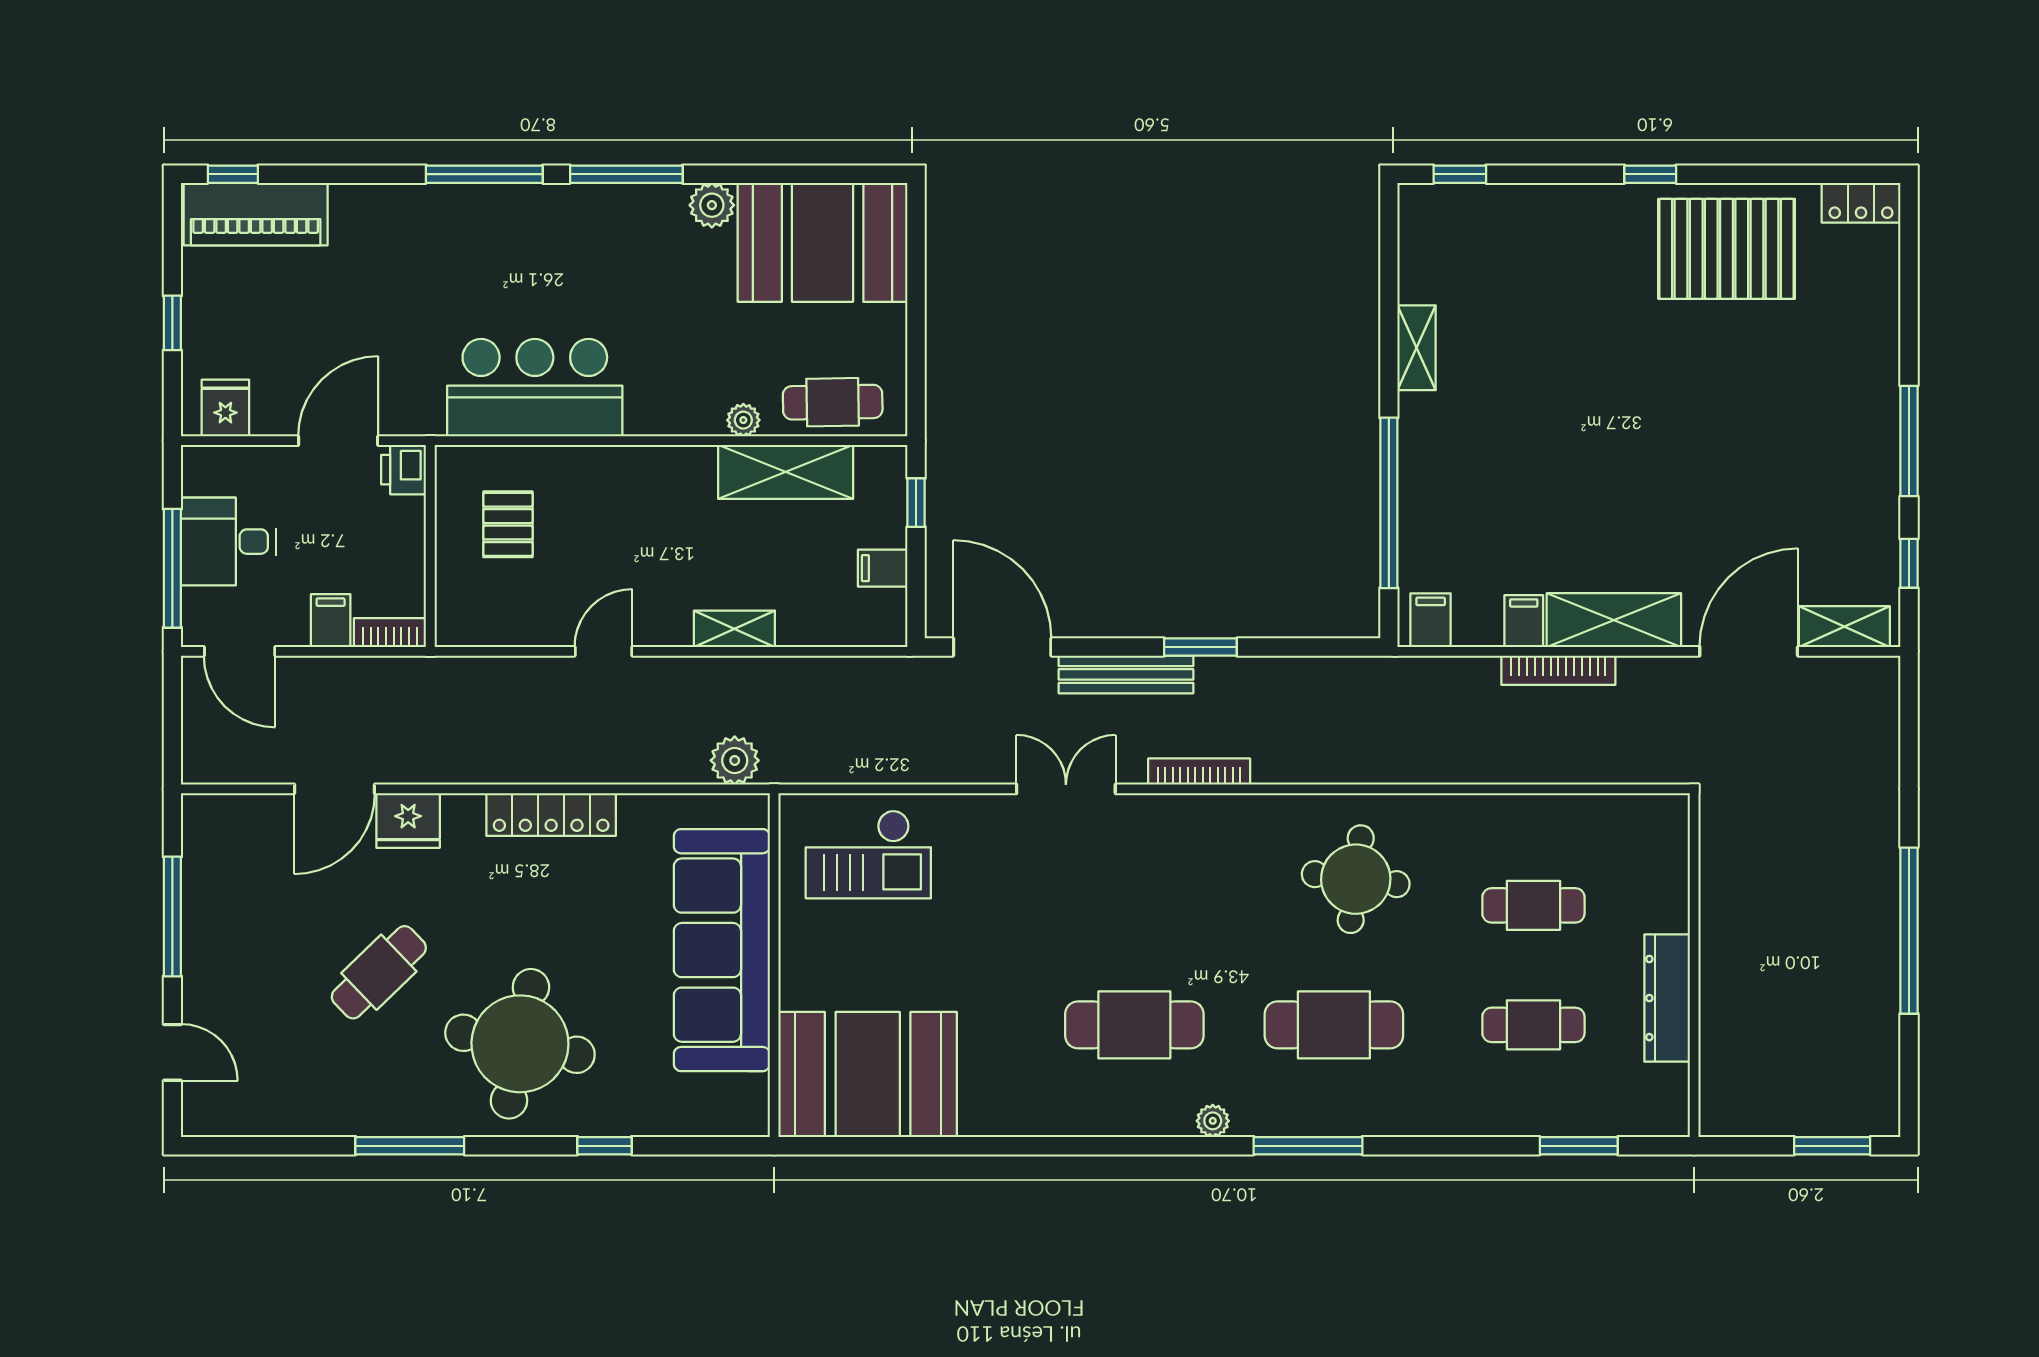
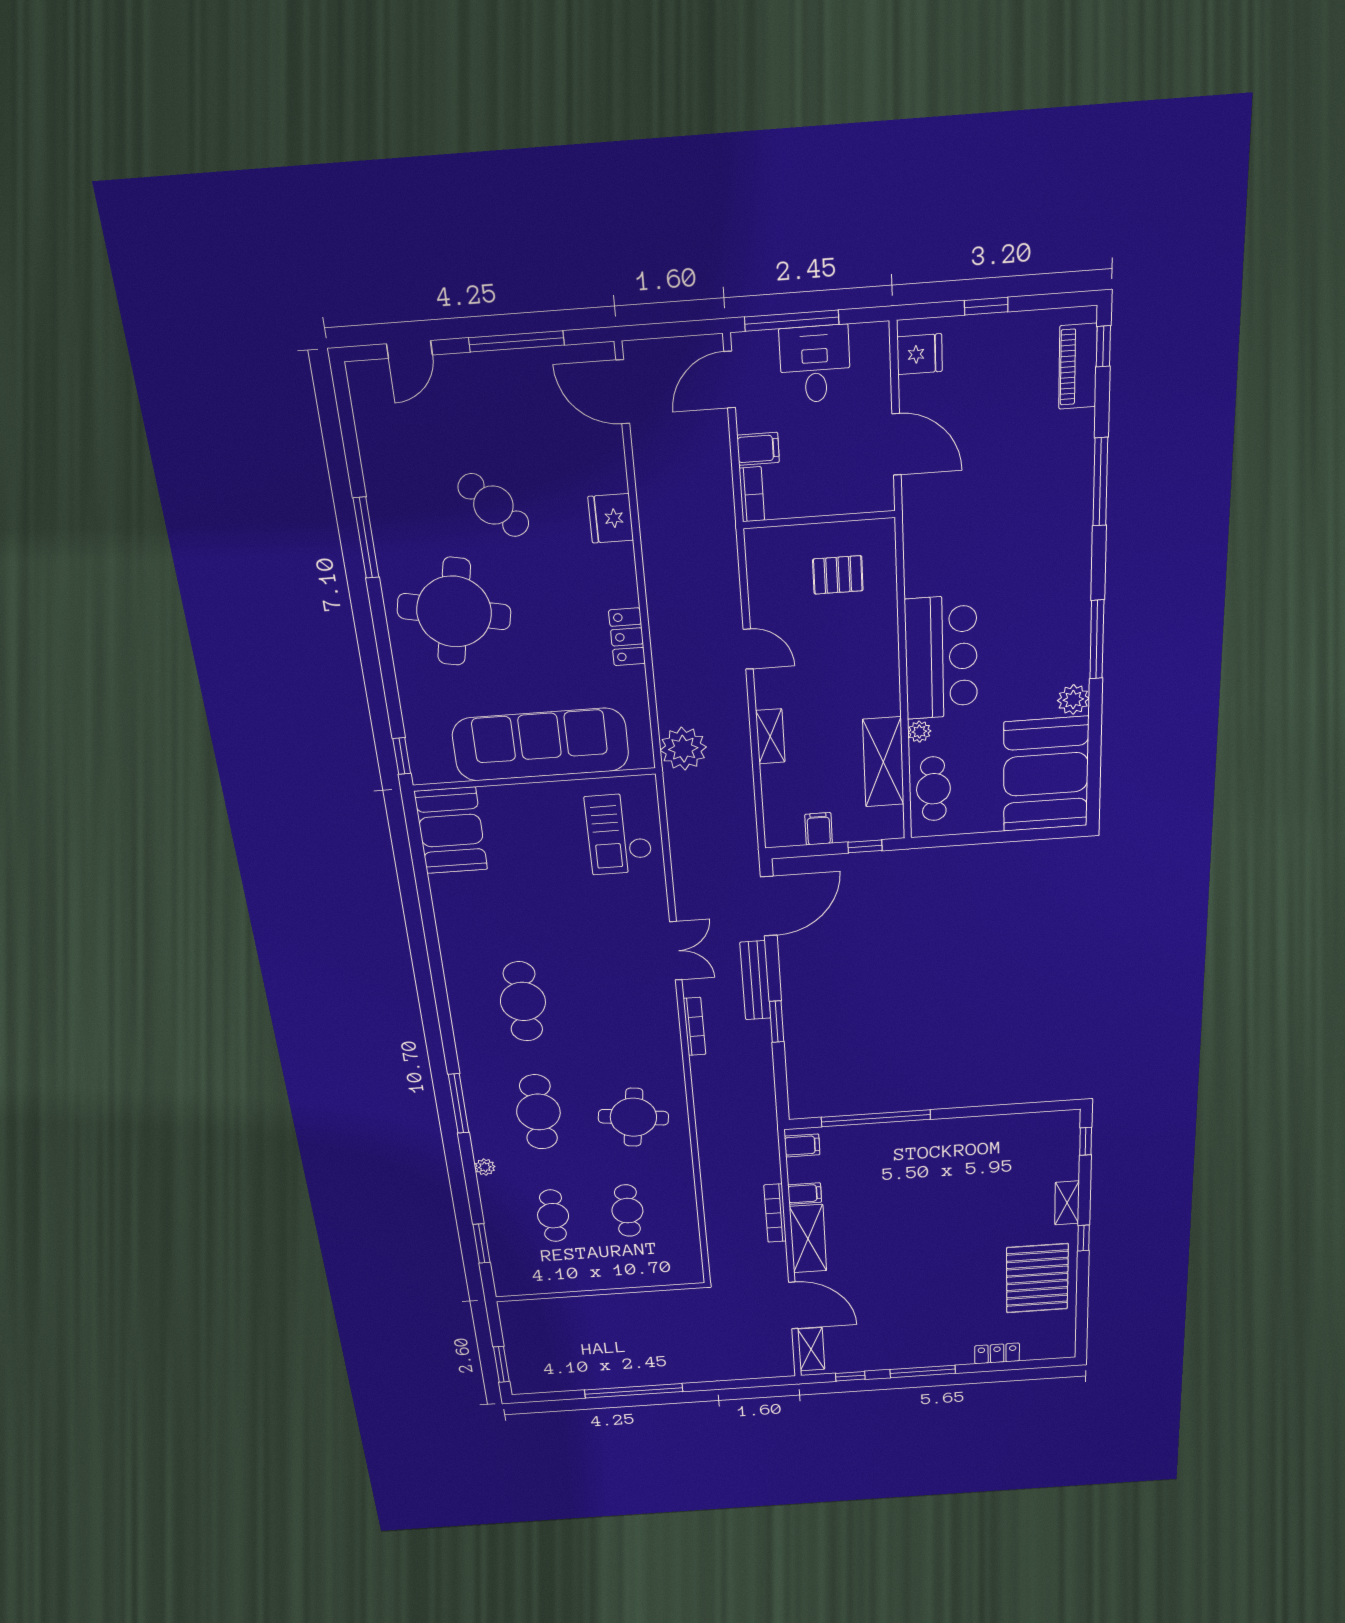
window: (484, 174) -> (1100, 482), moved
locker: (1861, 203) -> (997, 1353), moved, turned 90
piano: (256, 214) -> (1078, 366), width x0.73, depth x0.75
shelving: (1417, 348) -> (1067, 1203), moved, turned 90
bar counter: (535, 388) -> (941, 658), moved
printer: (404, 470) -> (876, 495), removed
plant: (735, 760) -> (683, 749), width x1.36, depth x1.36
door: (334, 789) -> (623, 392), moved
locker: (551, 815) -> (627, 637), width x0.66
dresser: (1667, 998) -> (579, 1281), removed
booth: (868, 1075) -> (451, 830), width x0.73, depth x0.70
plant: (1213, 1121) -> (485, 1167), moved
window: (605, 1146) -> (402, 756), moved

